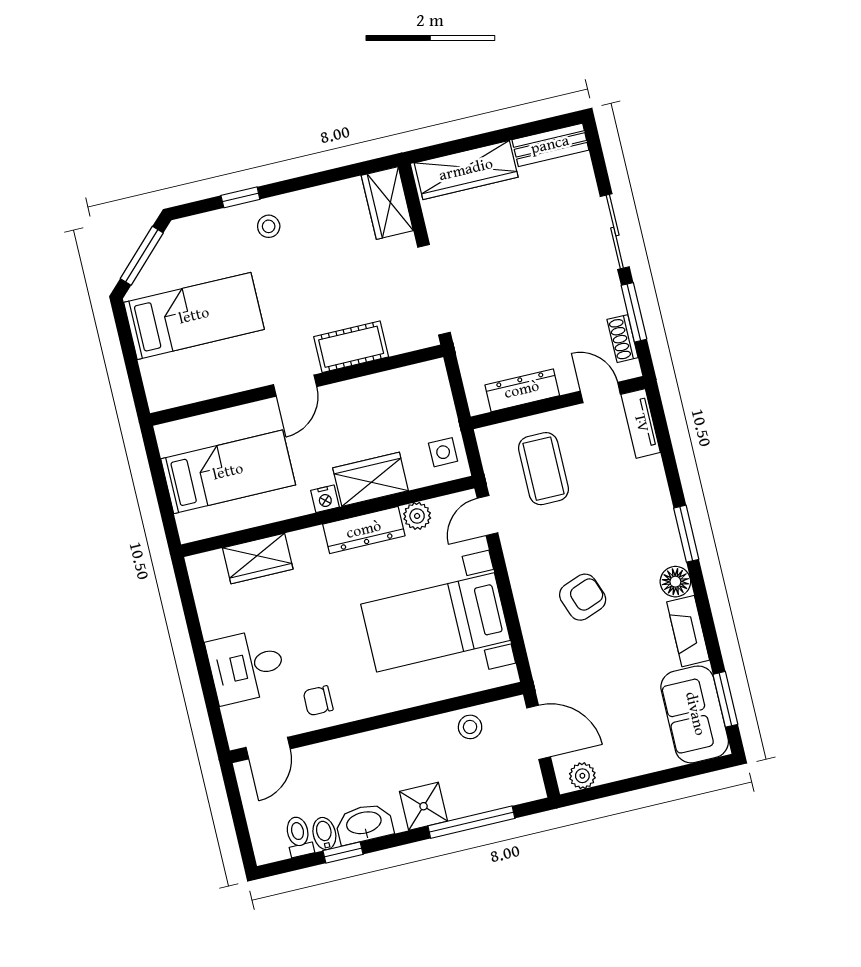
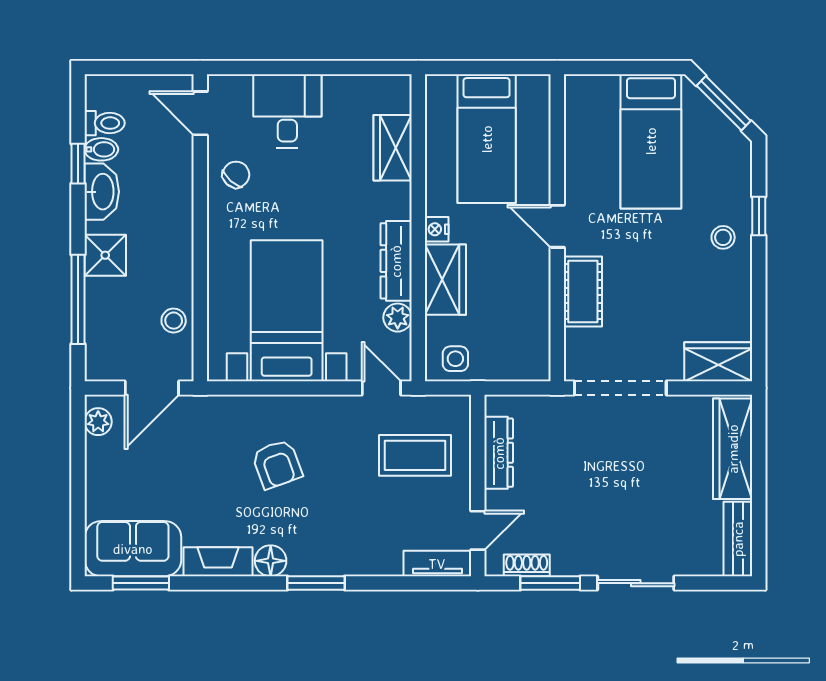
chair: (318, 701) -> (236, 175), turned 41

